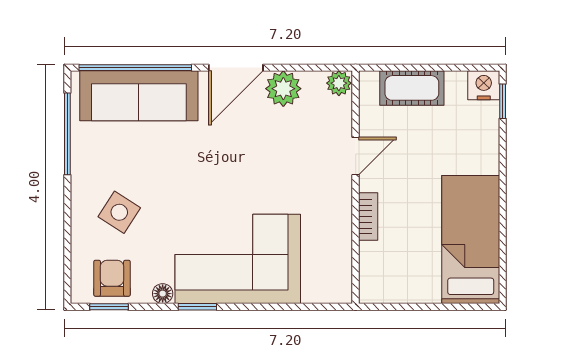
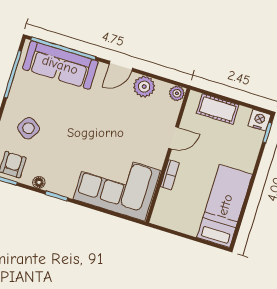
door: (236, 68) -> (121, 66), width x0.73
corner sofa: (238, 259) -> (117, 185), moved

